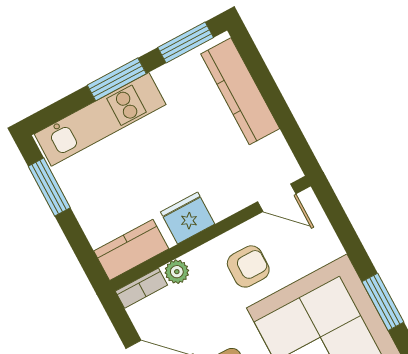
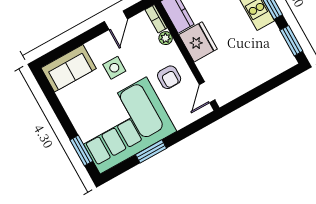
kitchen counter: (240, 91) -> (265, 71), removed
fridge: (188, 218) -> (198, 42), width x1.36, depth x1.34

